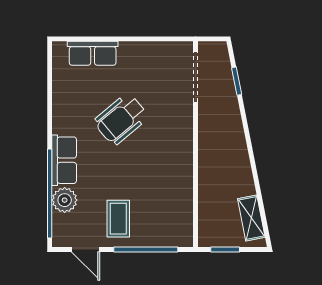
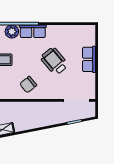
row of seats: (93, 53) -> (89, 59), moved
chair: (166, 169) -> (28, 85), added

